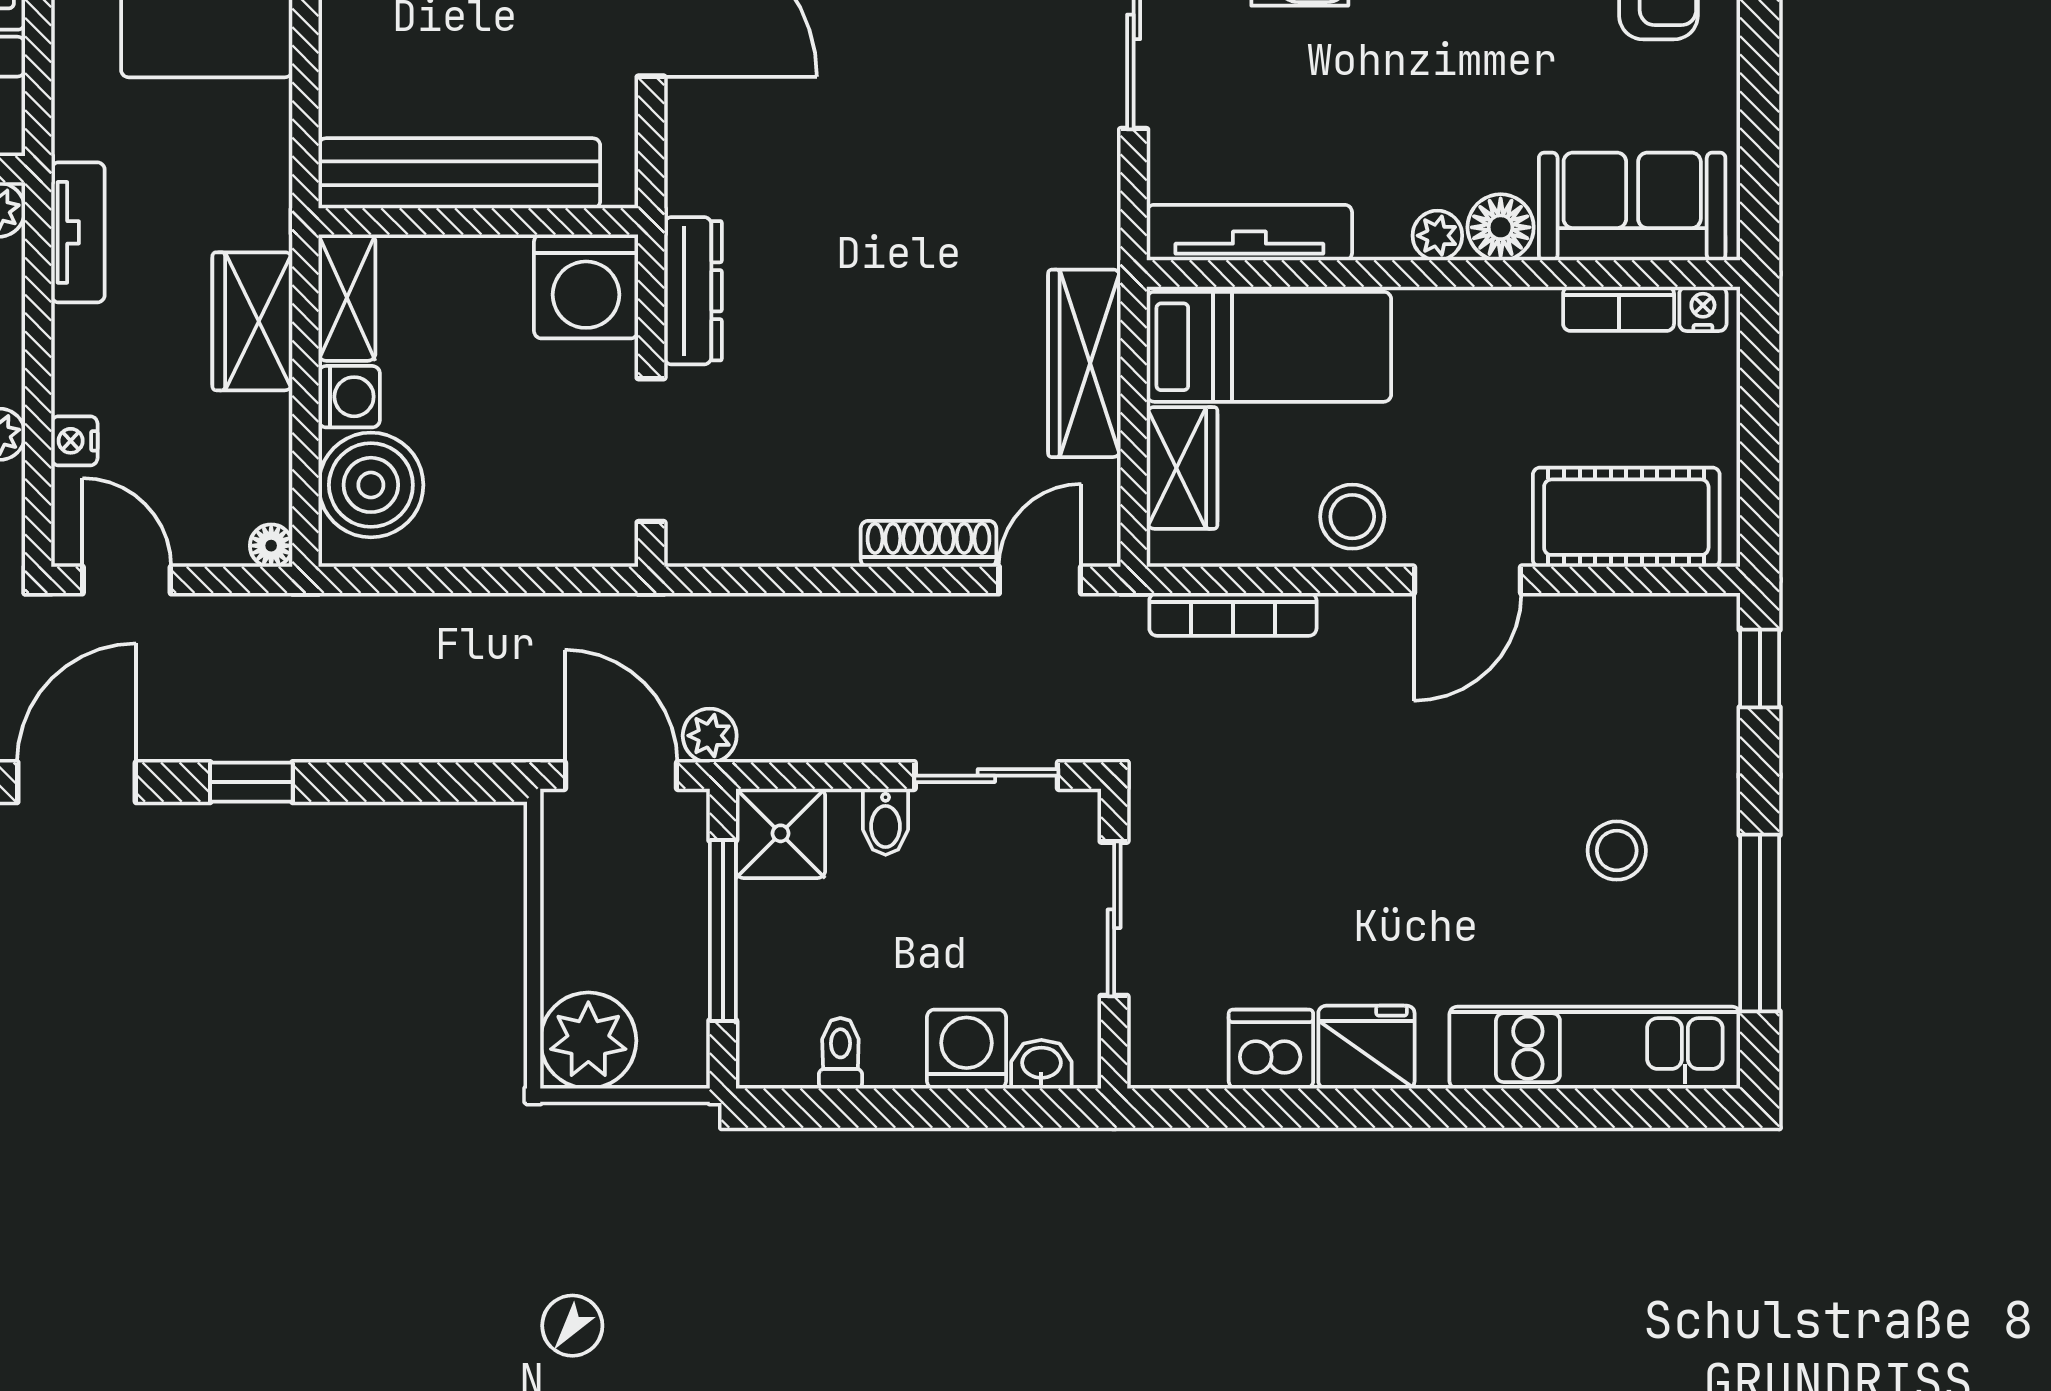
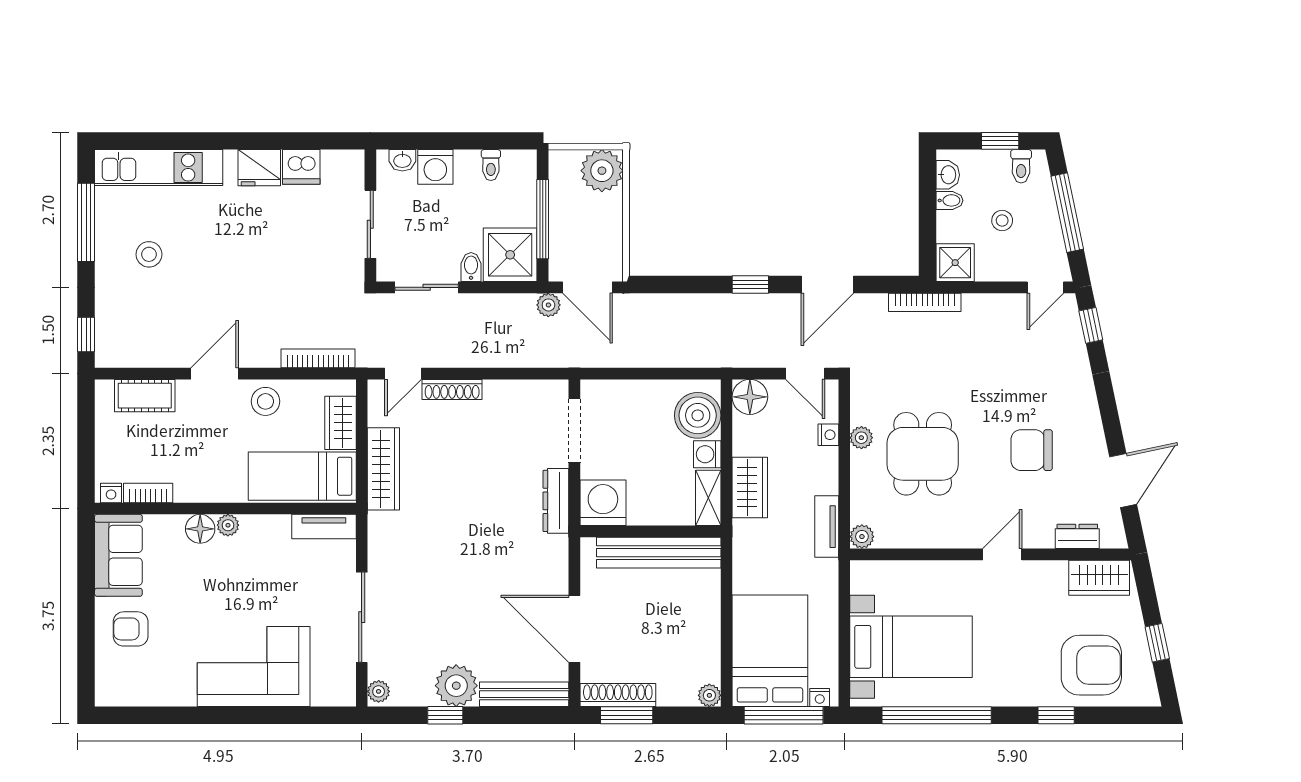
sofa: (1632, 207) -> (118, 555), moved, turned -90
tv unit: (1249, 233) -> (324, 527), width x0.71
cot: (1626, 517) -> (145, 396), width x0.73, depth x0.75
floor lamp: (271, 546) -> (750, 397), width x1.89, depth x1.89
shower: (781, 833) -> (510, 255), width x1.36, depth x1.36

